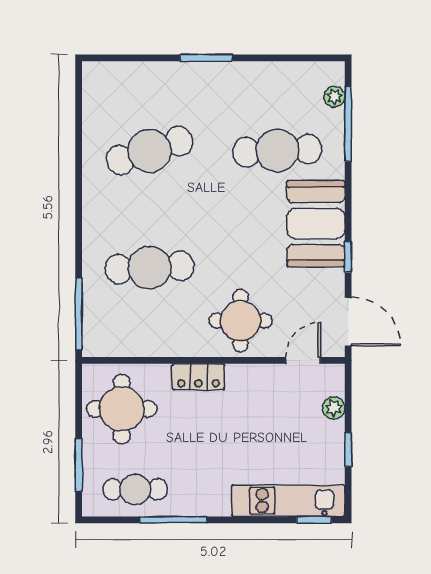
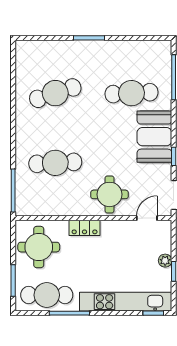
plant: (334, 97) -> (166, 61), removed
plant: (334, 408) -> (165, 261), moved
cafe table: (135, 489) -> (47, 295), width x1.37, depth x1.35
kitchen unit: (288, 501) -> (126, 302), width x1.36

